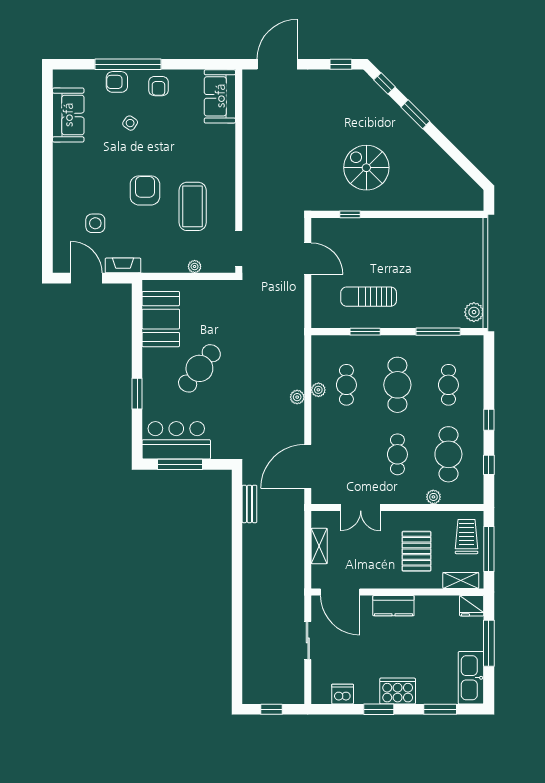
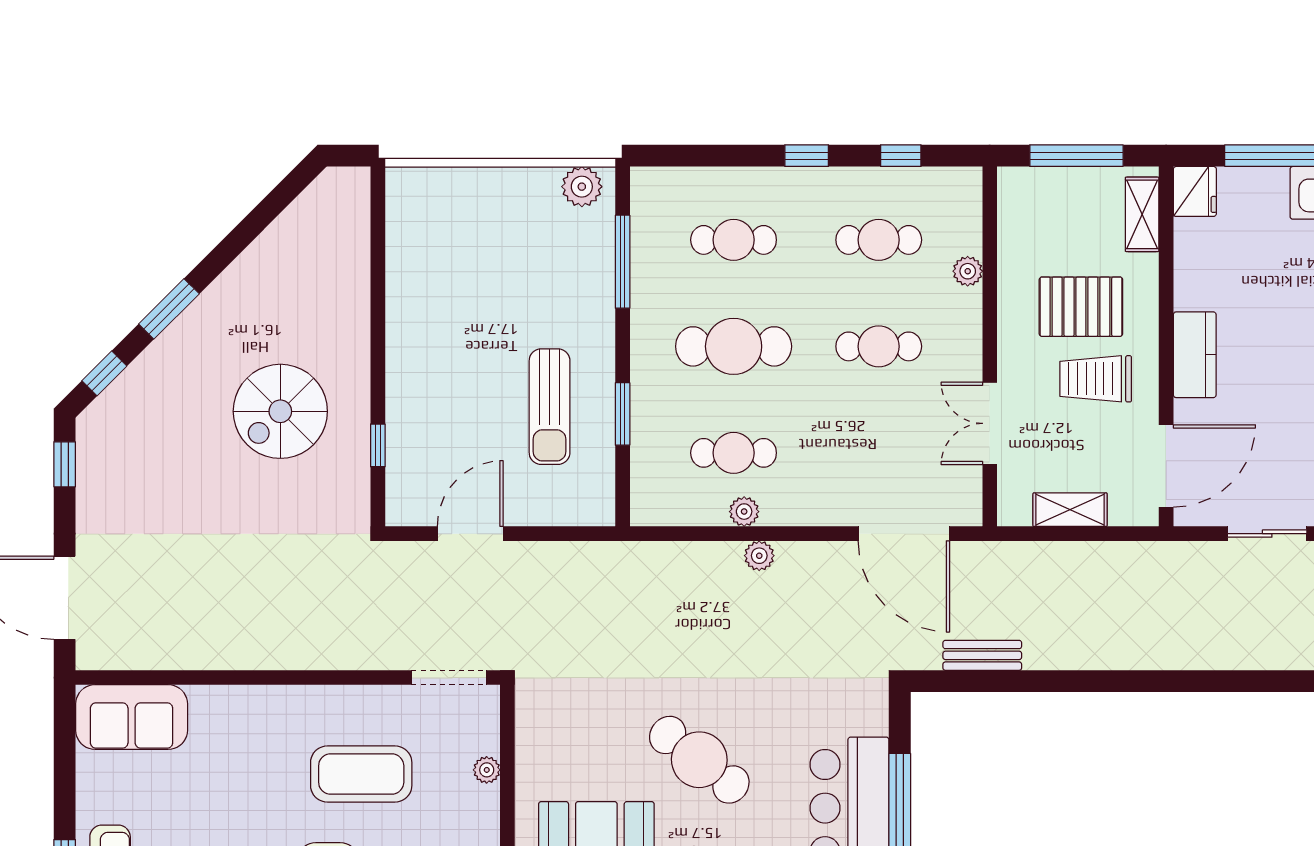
cafe table: (448, 454) -> (879, 240), width x0.73, depth x0.74
double door: (361, 508) -> (990, 423), swing flipped
trolley: (467, 537) -> (1096, 379), moved

